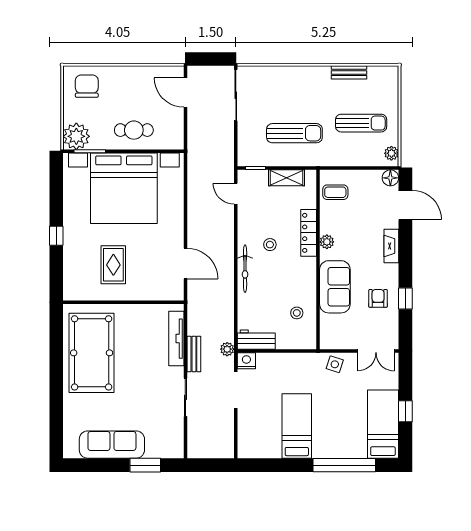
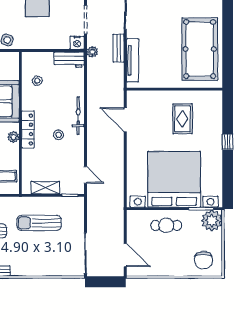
locker: (309, 233) -> (28, 129), moved

